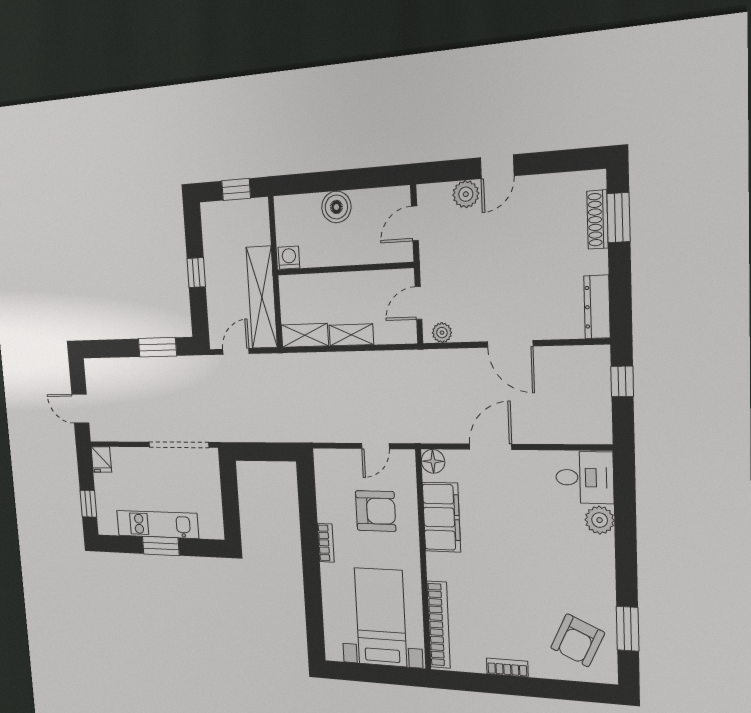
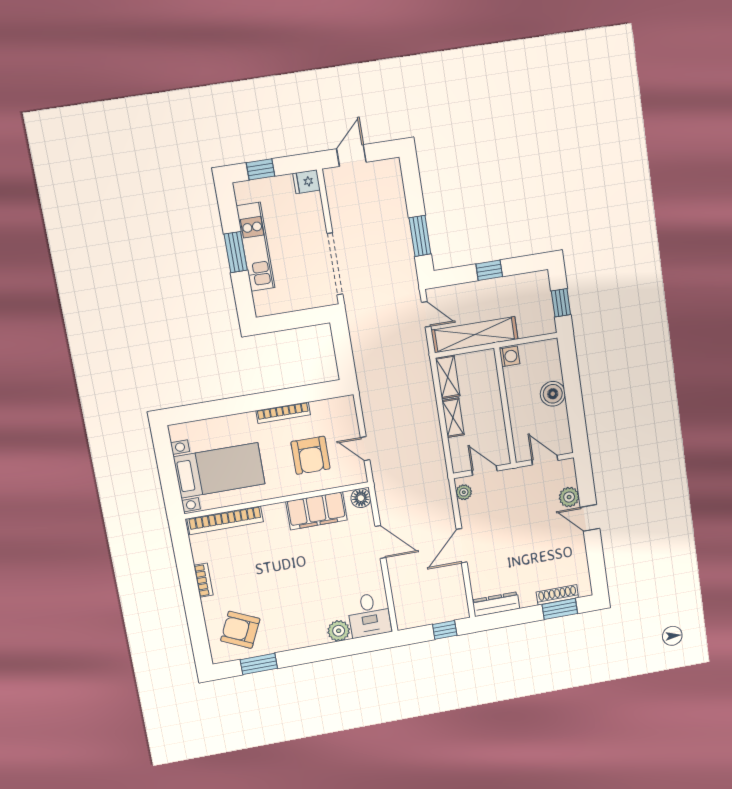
bookcase: (326, 543) -> (283, 413), width x1.56

